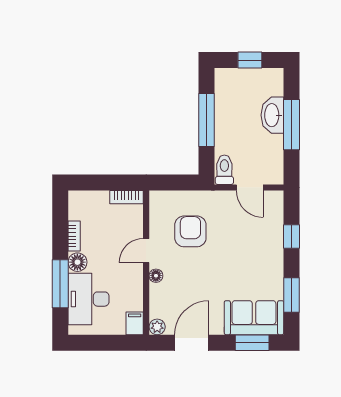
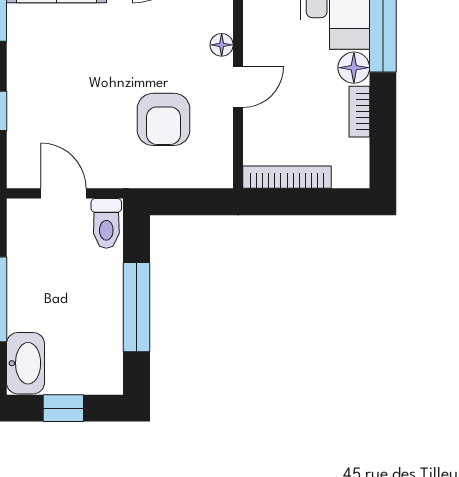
washbasin: (272, 115) -> (25, 363), moved
bookcase: (127, 197) -> (287, 177), width x1.56

